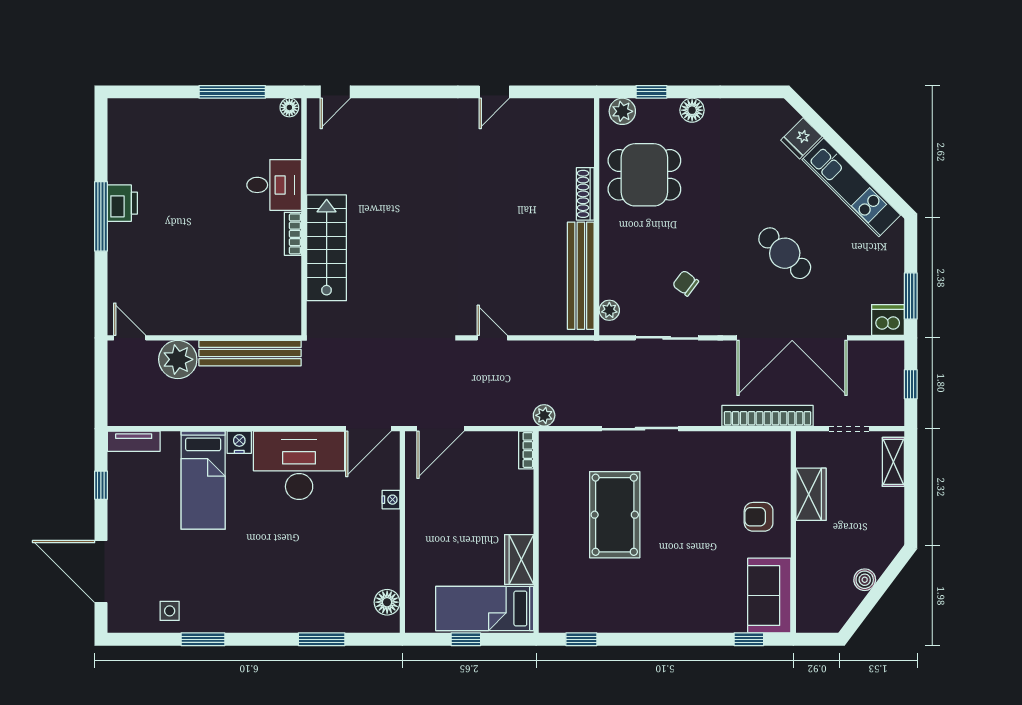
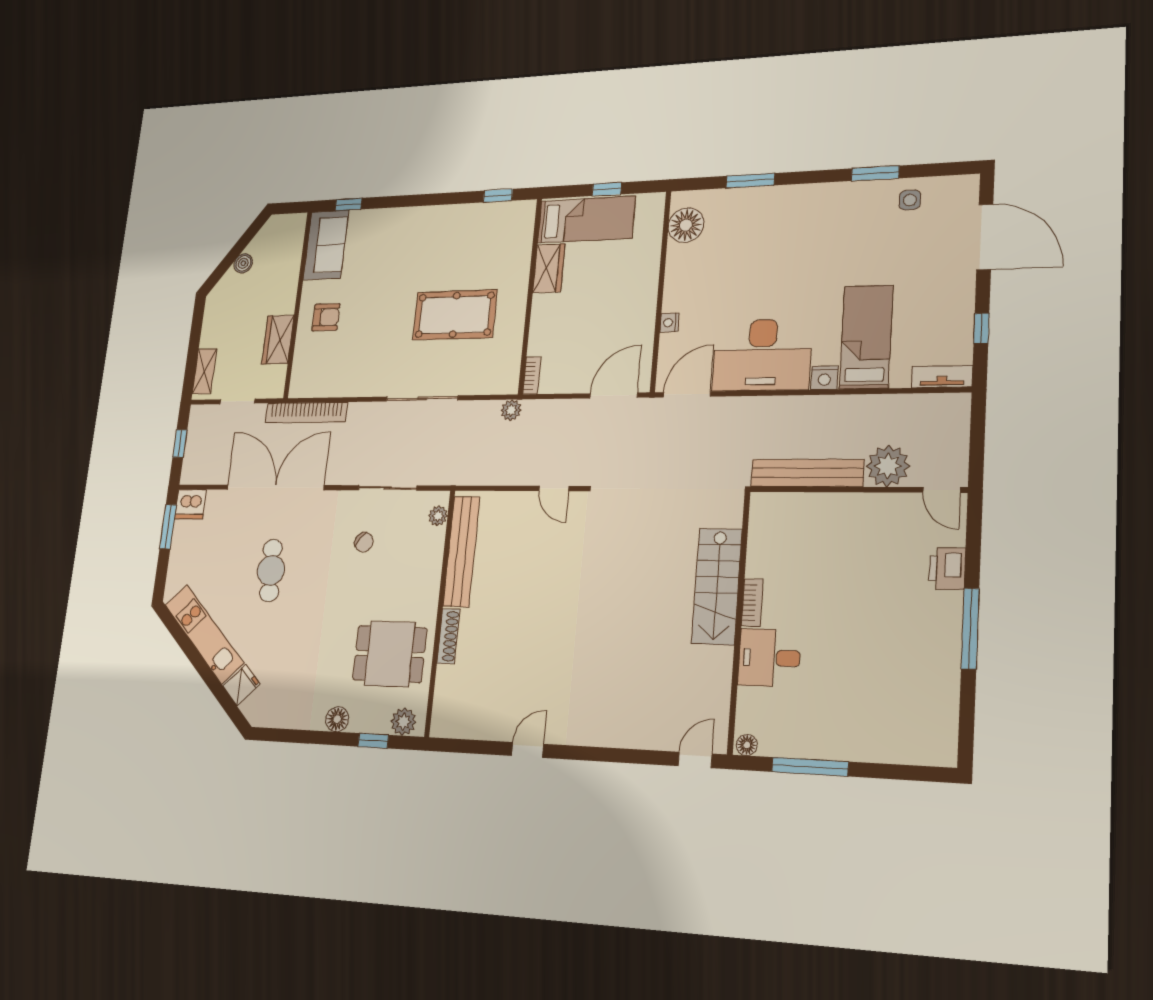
printer: (122, 203) -> (947, 569), moved
cafe table: (785, 253) -> (271, 570), turned 43
pool table: (615, 515) -> (455, 315), turned 90
floor lamp: (387, 602) -> (686, 225), width x1.38, depth x1.38

